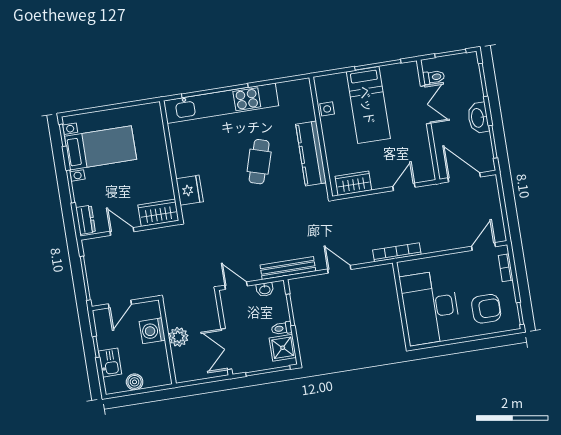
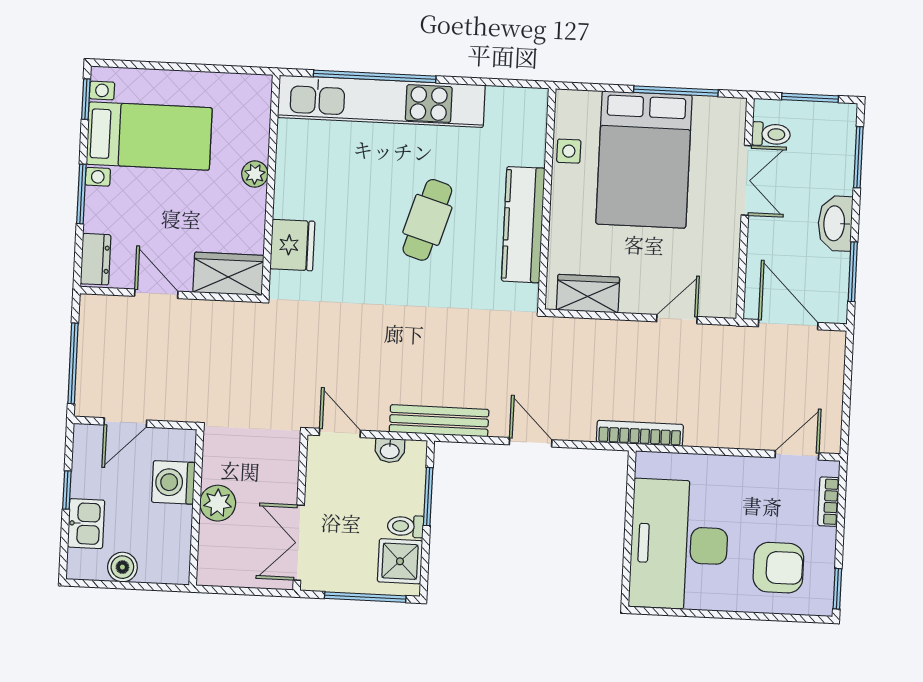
bed: (368, 105) -> (644, 160), width x1.50
plant: (161, 156) -> (255, 174), added

